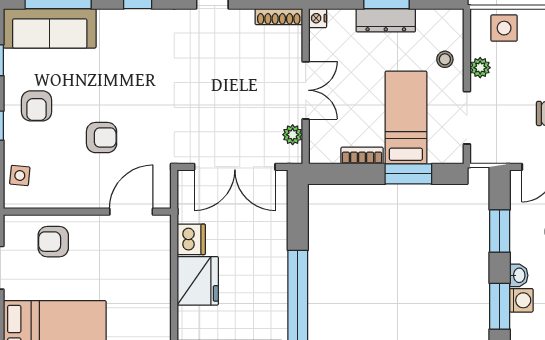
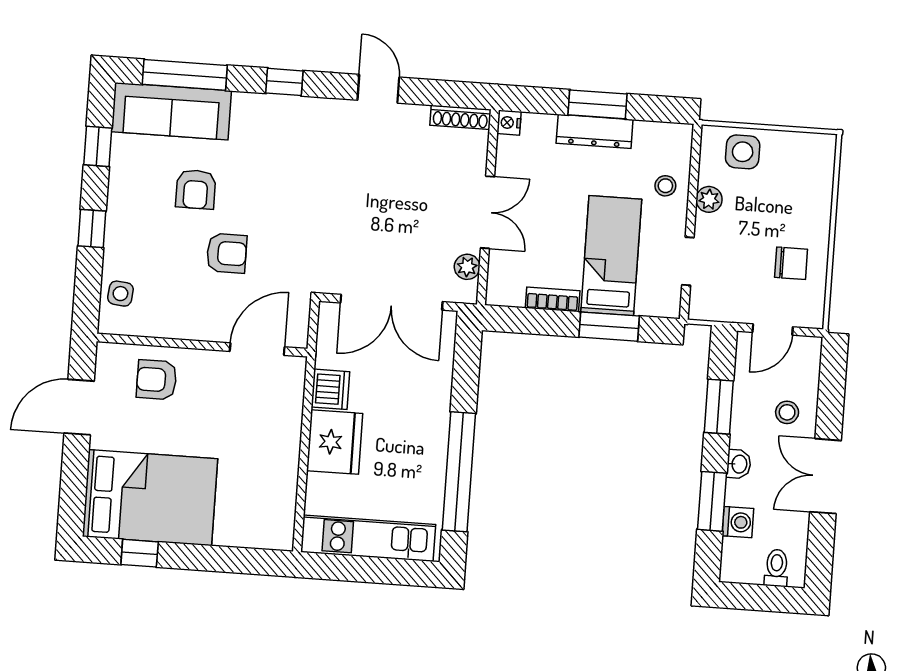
armchair: (37, 106) -> (196, 189), moved
doorway: (467, 118) -> (688, 261), width x0.73
washing machine: (521, 300) -> (738, 522), moved

